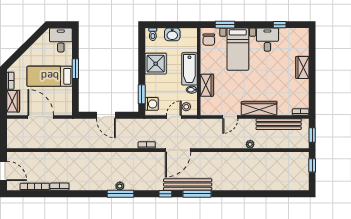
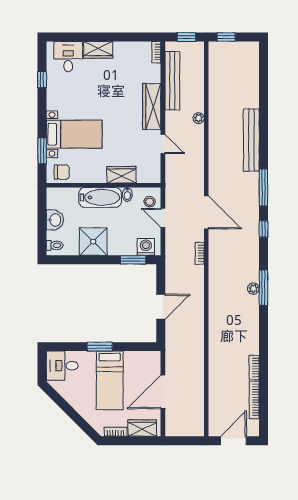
desk: (267, 40) -> (68, 57), moved, turned 90
bench: (188, 185) -> (251, 140), moved

